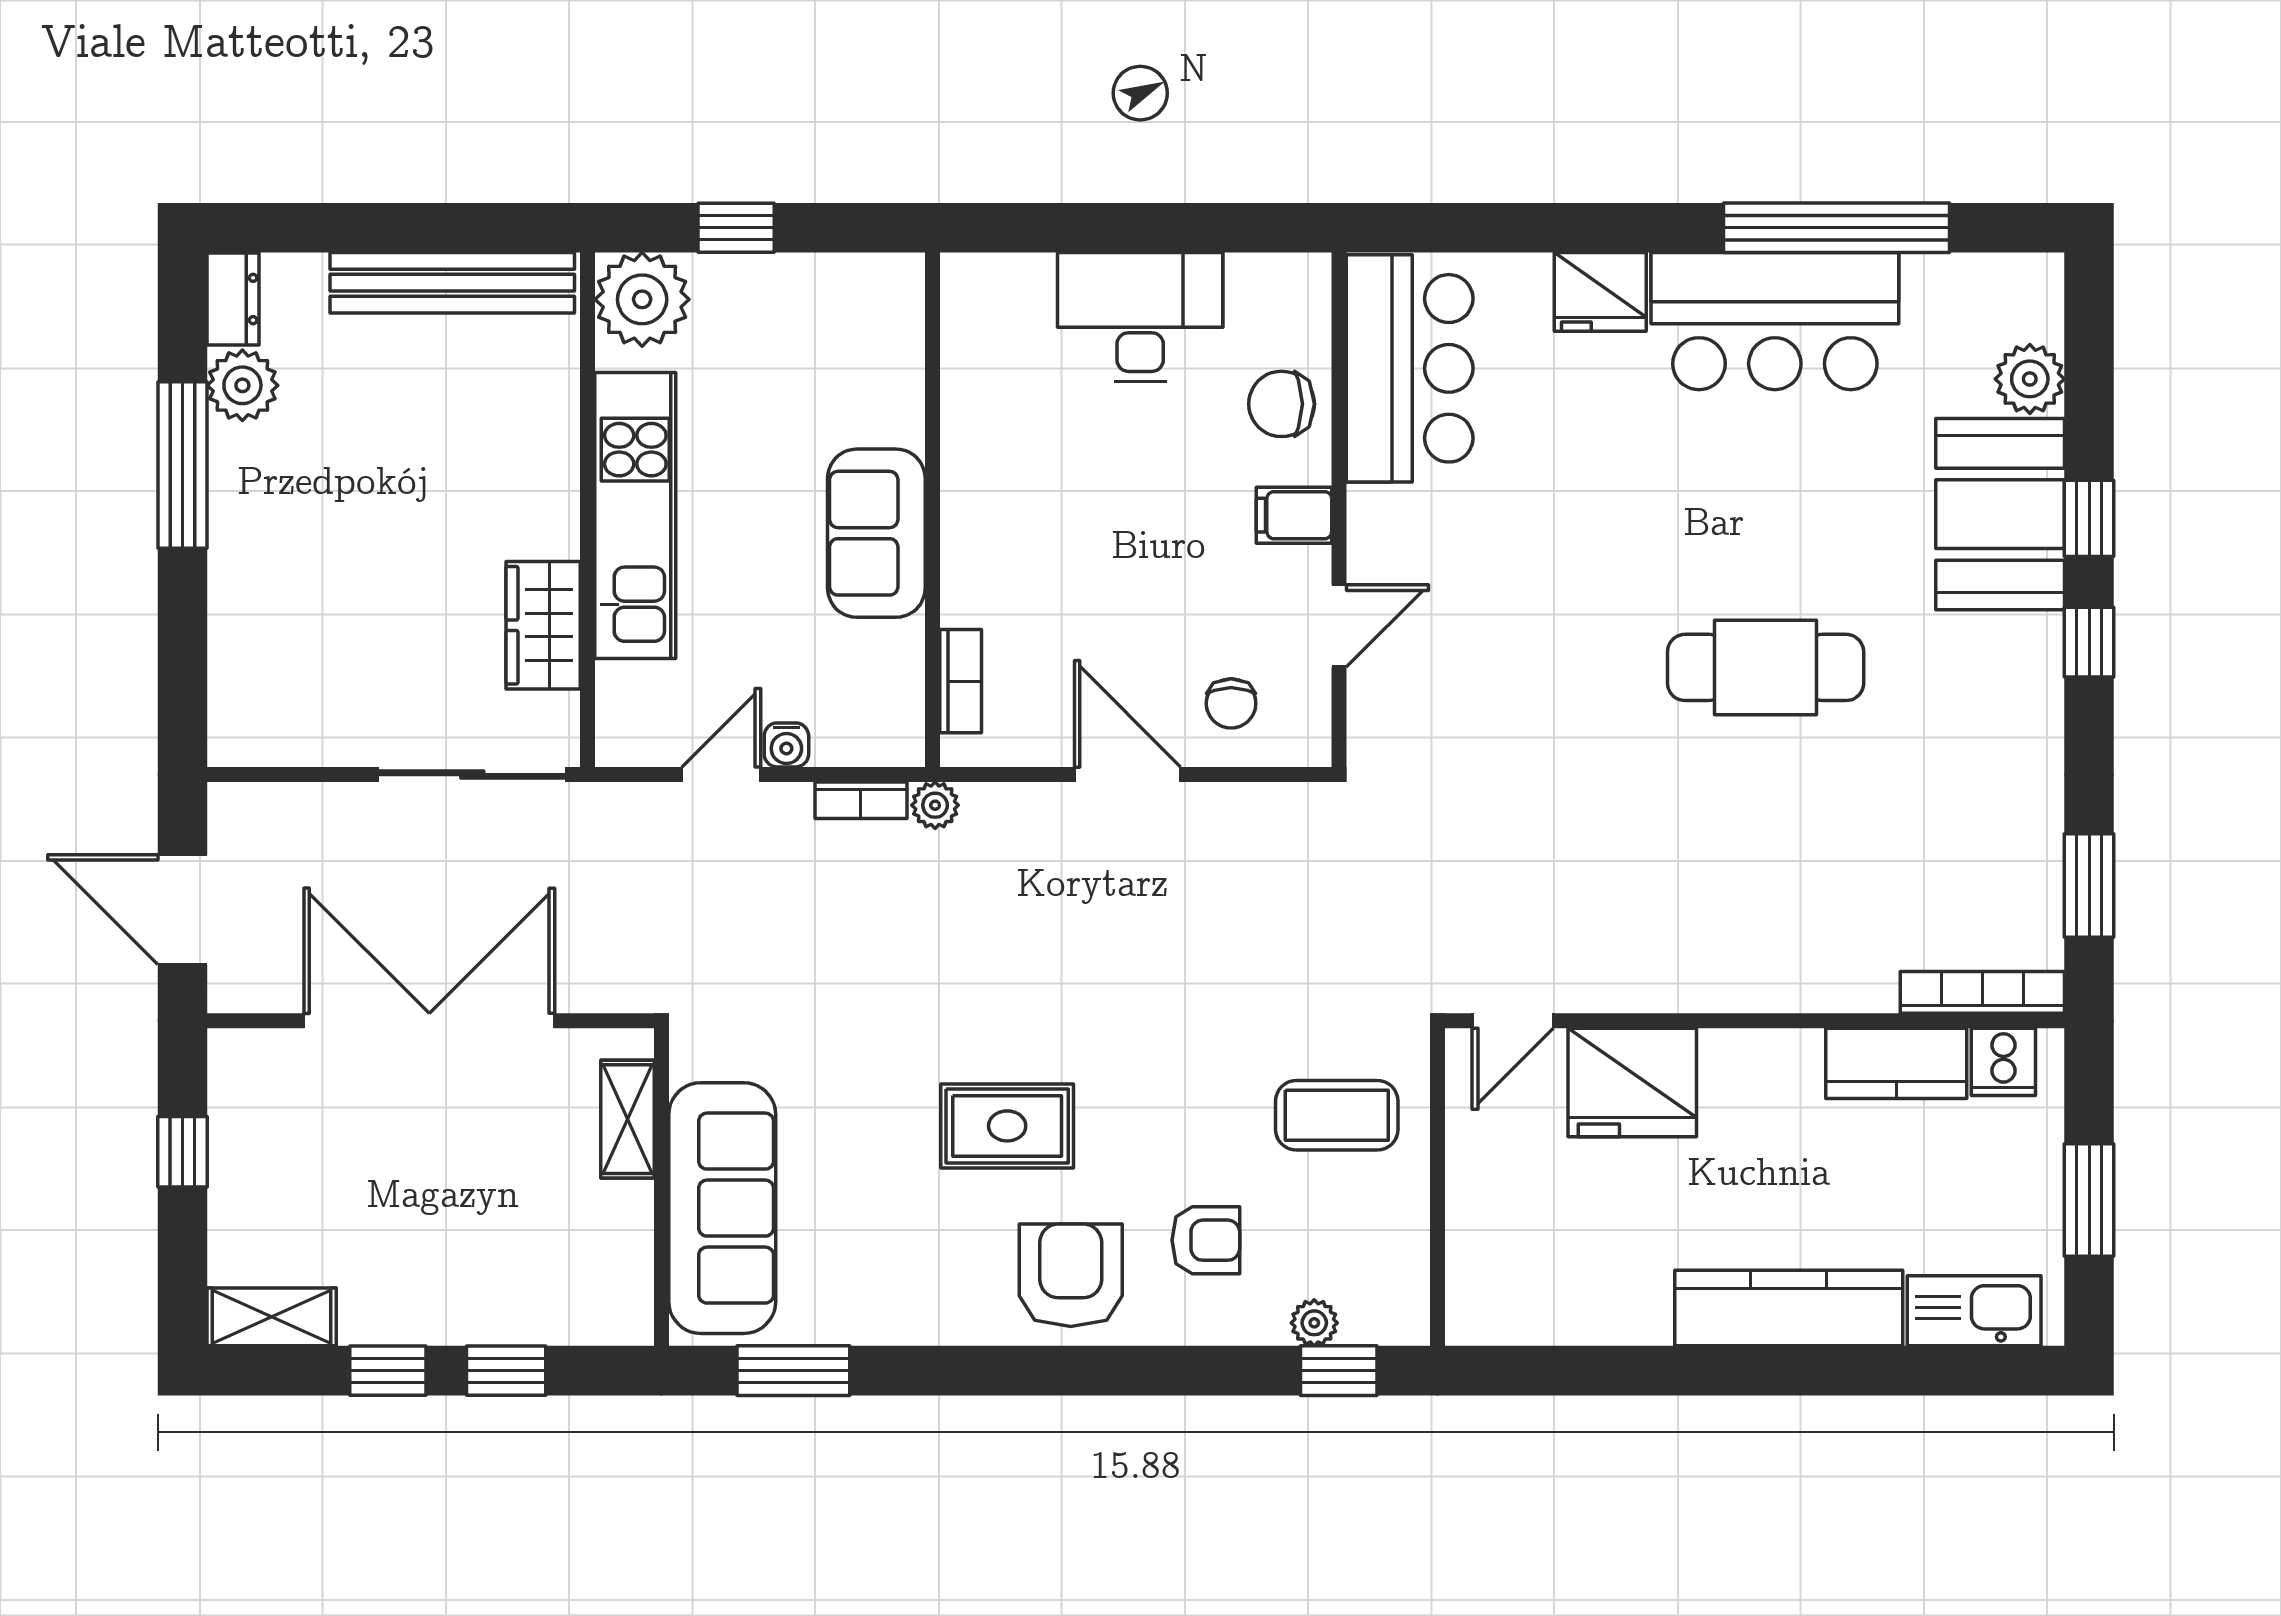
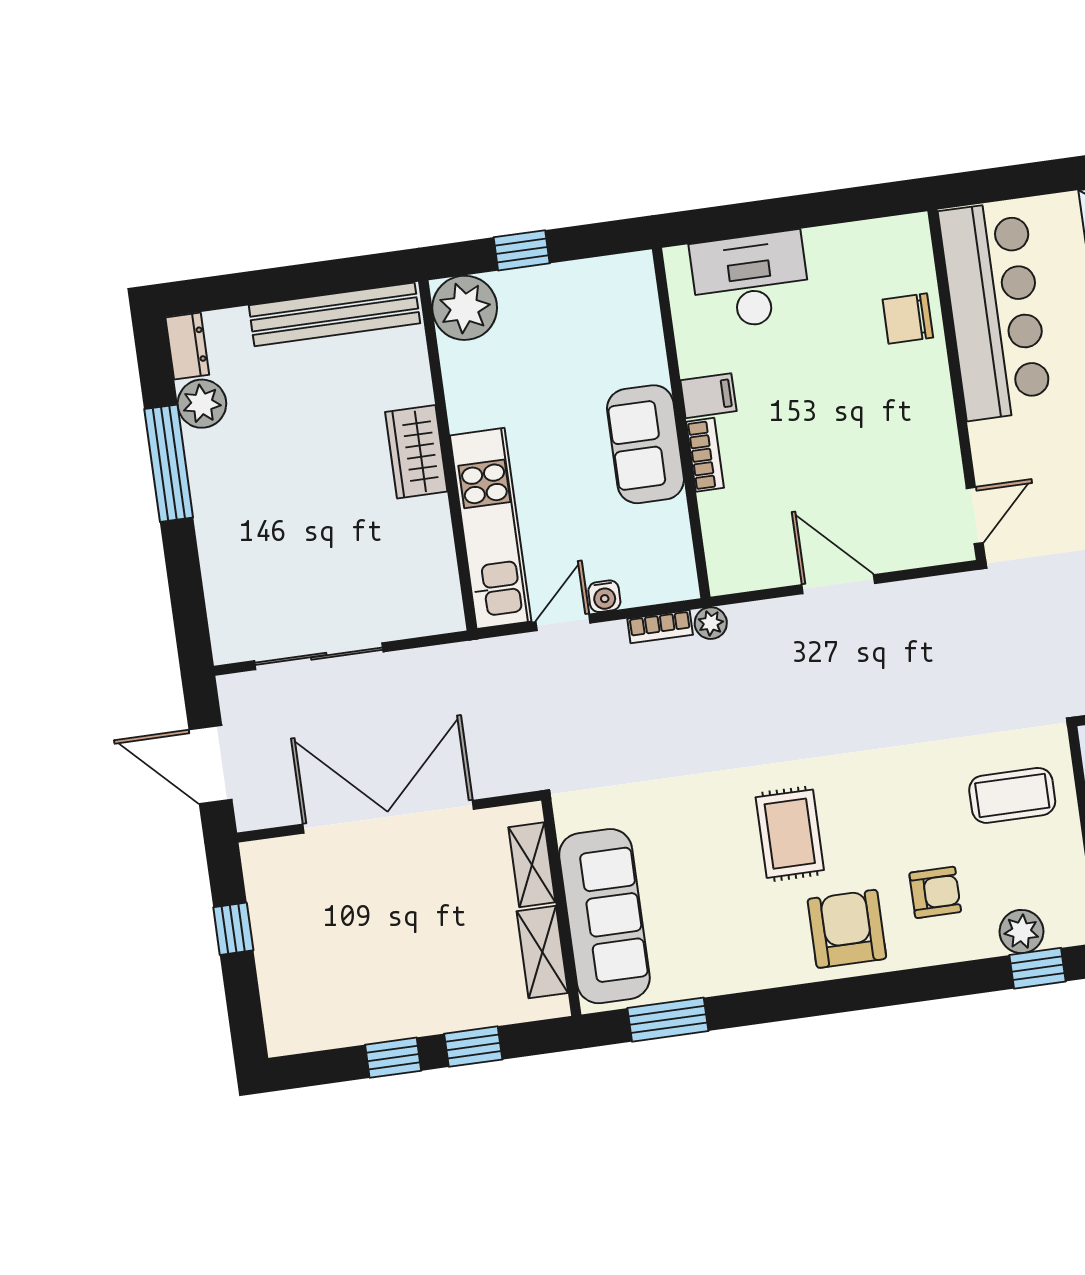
desk: (1140, 317) -> (750, 280), moved
bar counter: (1410, 368) -> (995, 310), width x1.36
kitchen unit: (635, 515) -> (491, 528), moved
filing cabinet: (1294, 515) -> (708, 396), moved, turned 180
wardrobe: (543, 625) -> (416, 452), moved
door: (1339, 626) -> (975, 515), moved
bookcase: (961, 681) -> (705, 455), moved
chair: (1231, 703) -> (902, 526), removed
sliding door: (472, 775) -> (319, 656), moved
rug: (1007, 1126) -> (790, 834), turned 90
shelving: (272, 1317) -> (542, 952), moved, turned 90
plant: (1314, 1323) -> (1021, 932), width x1.38, depth x1.38

